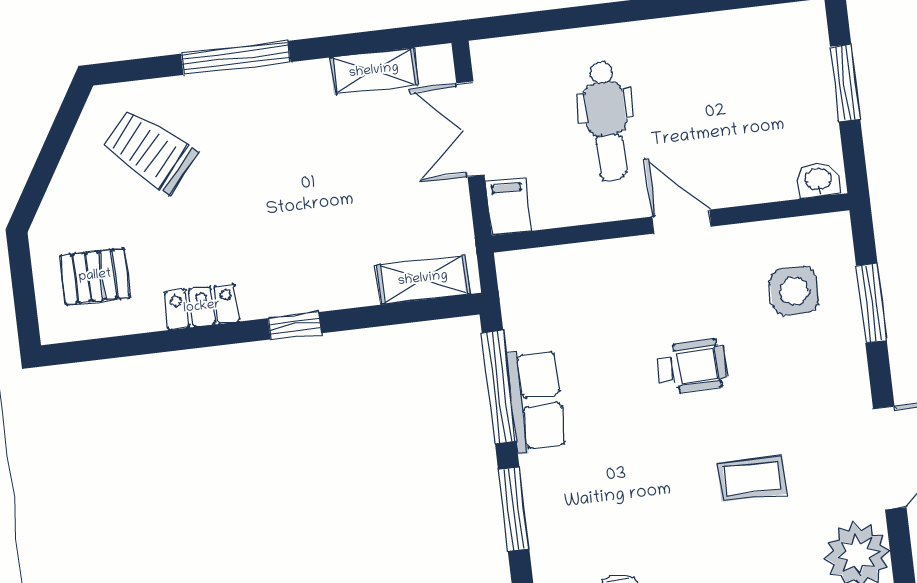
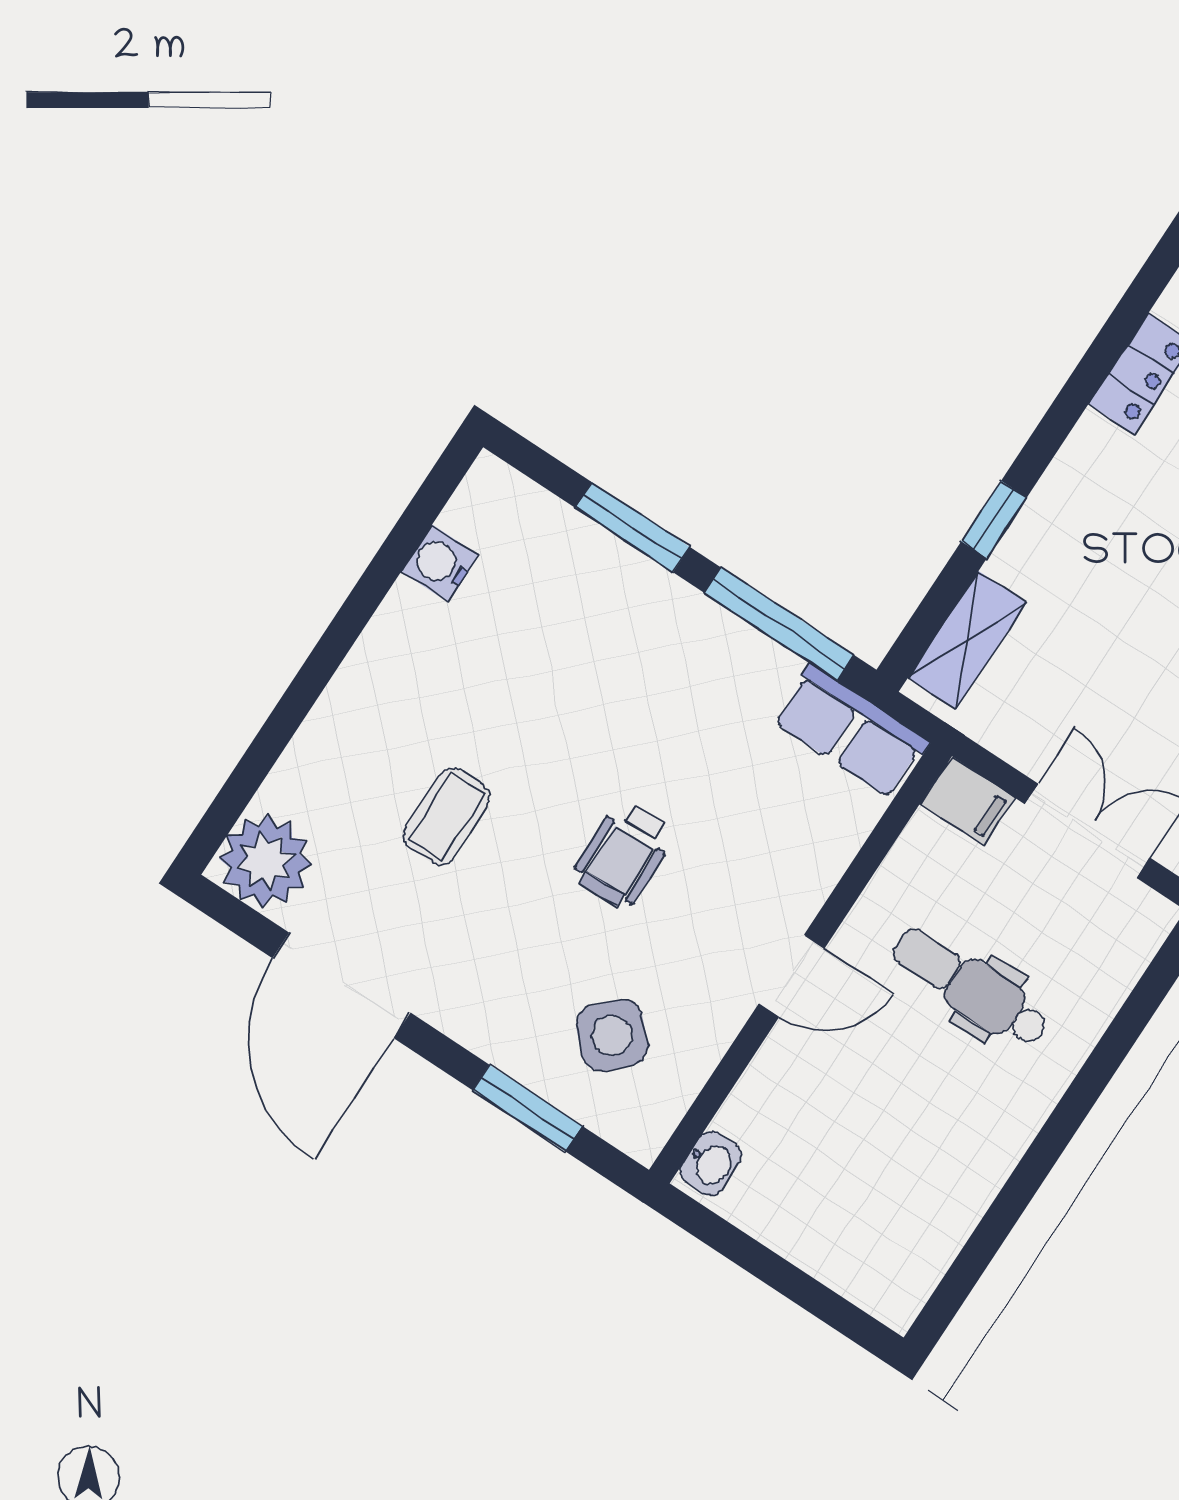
window: (845, 83) -> (792, 1282), removed
side table: (794, 291) -> (612, 1035), turned 45
window: (294, 326) -> (994, 520), moved
row of seats: (536, 401) -> (851, 731), moved

